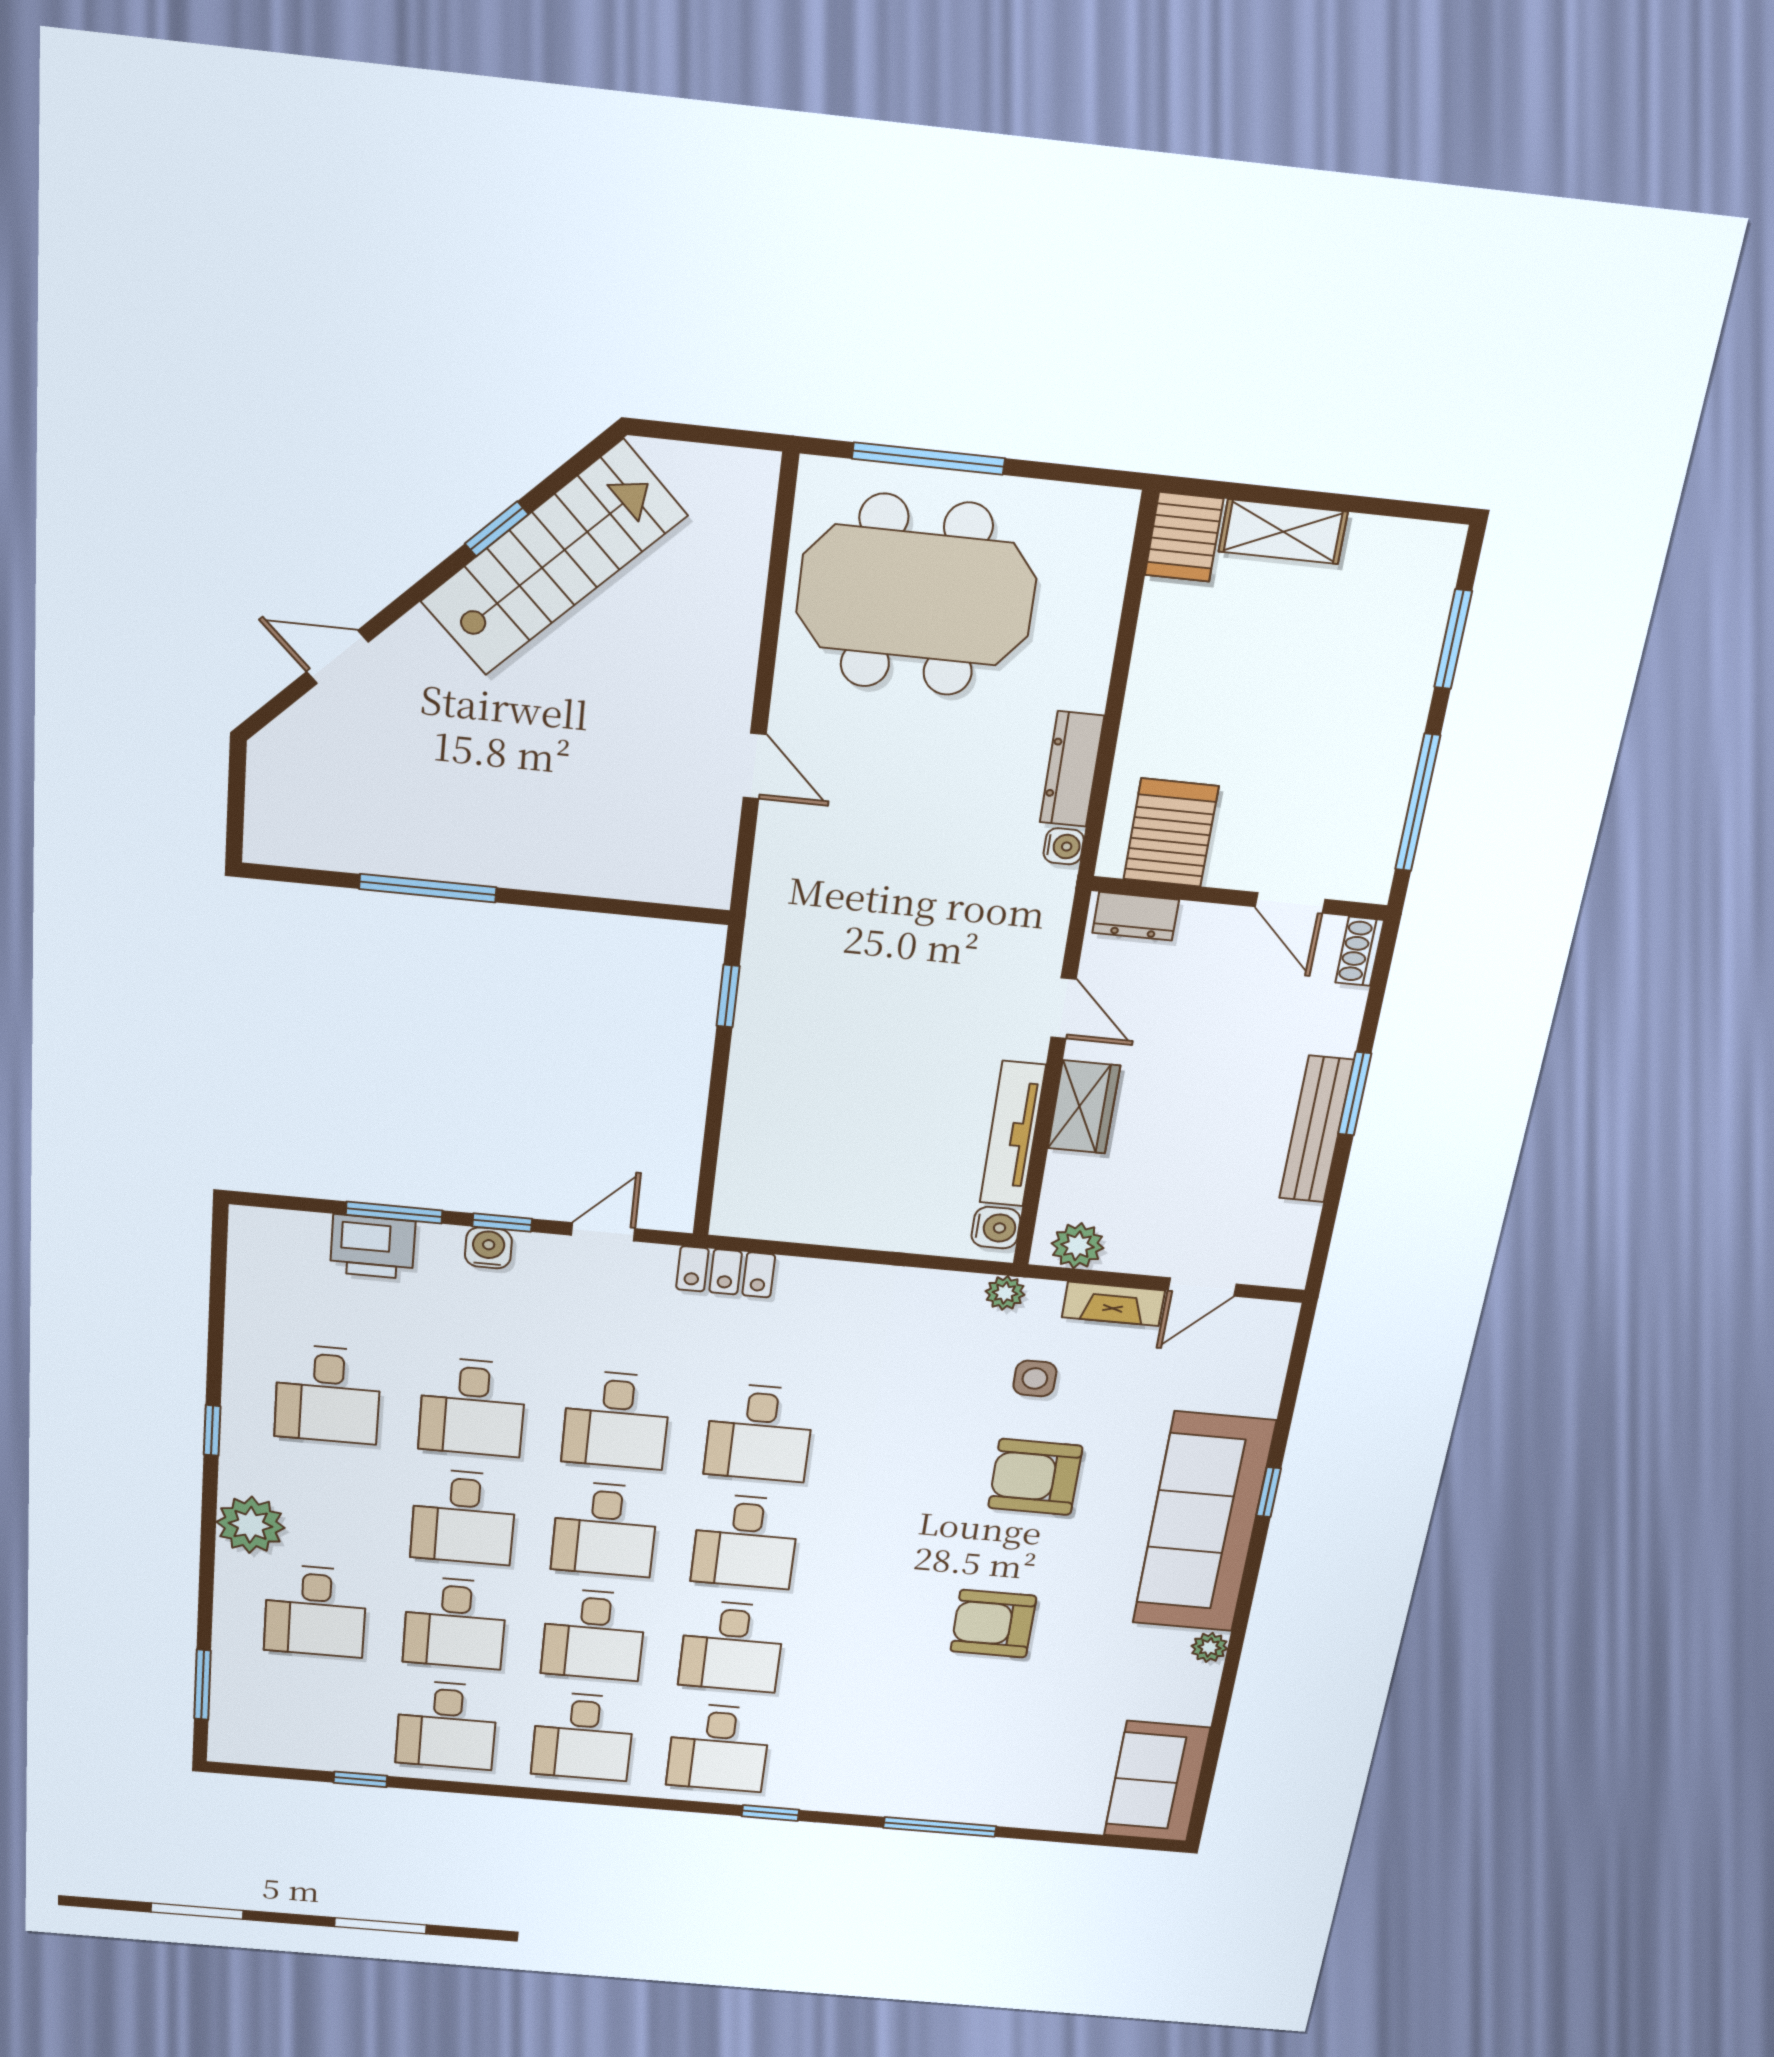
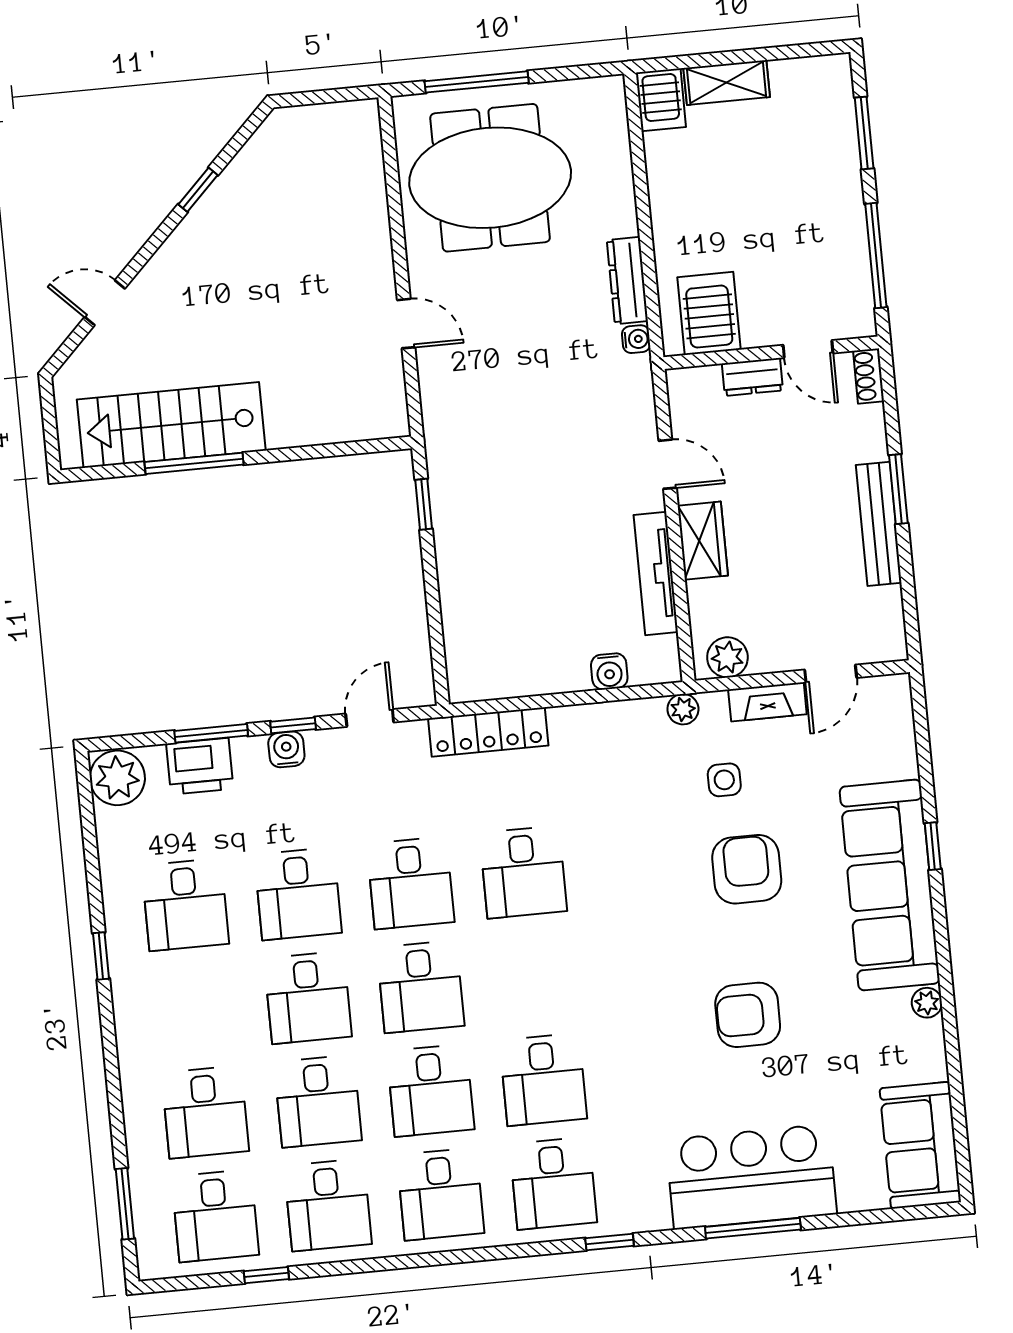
stairs: (553, 559) -> (171, 425), moved, turned -135
dresser: (1136, 916) -> (752, 377), moved
water cooler: (996, 1228) -> (609, 671), moved, turned 90
locker: (726, 1272) -> (488, 732), width x1.53
armchair: (1035, 1477) -> (747, 869), turned 90
plant: (251, 1525) -> (117, 778), moved
desk: (745, 1542) -> (215, 1216), moved
bar counter: (952, 1779) -> (751, 1177), added

